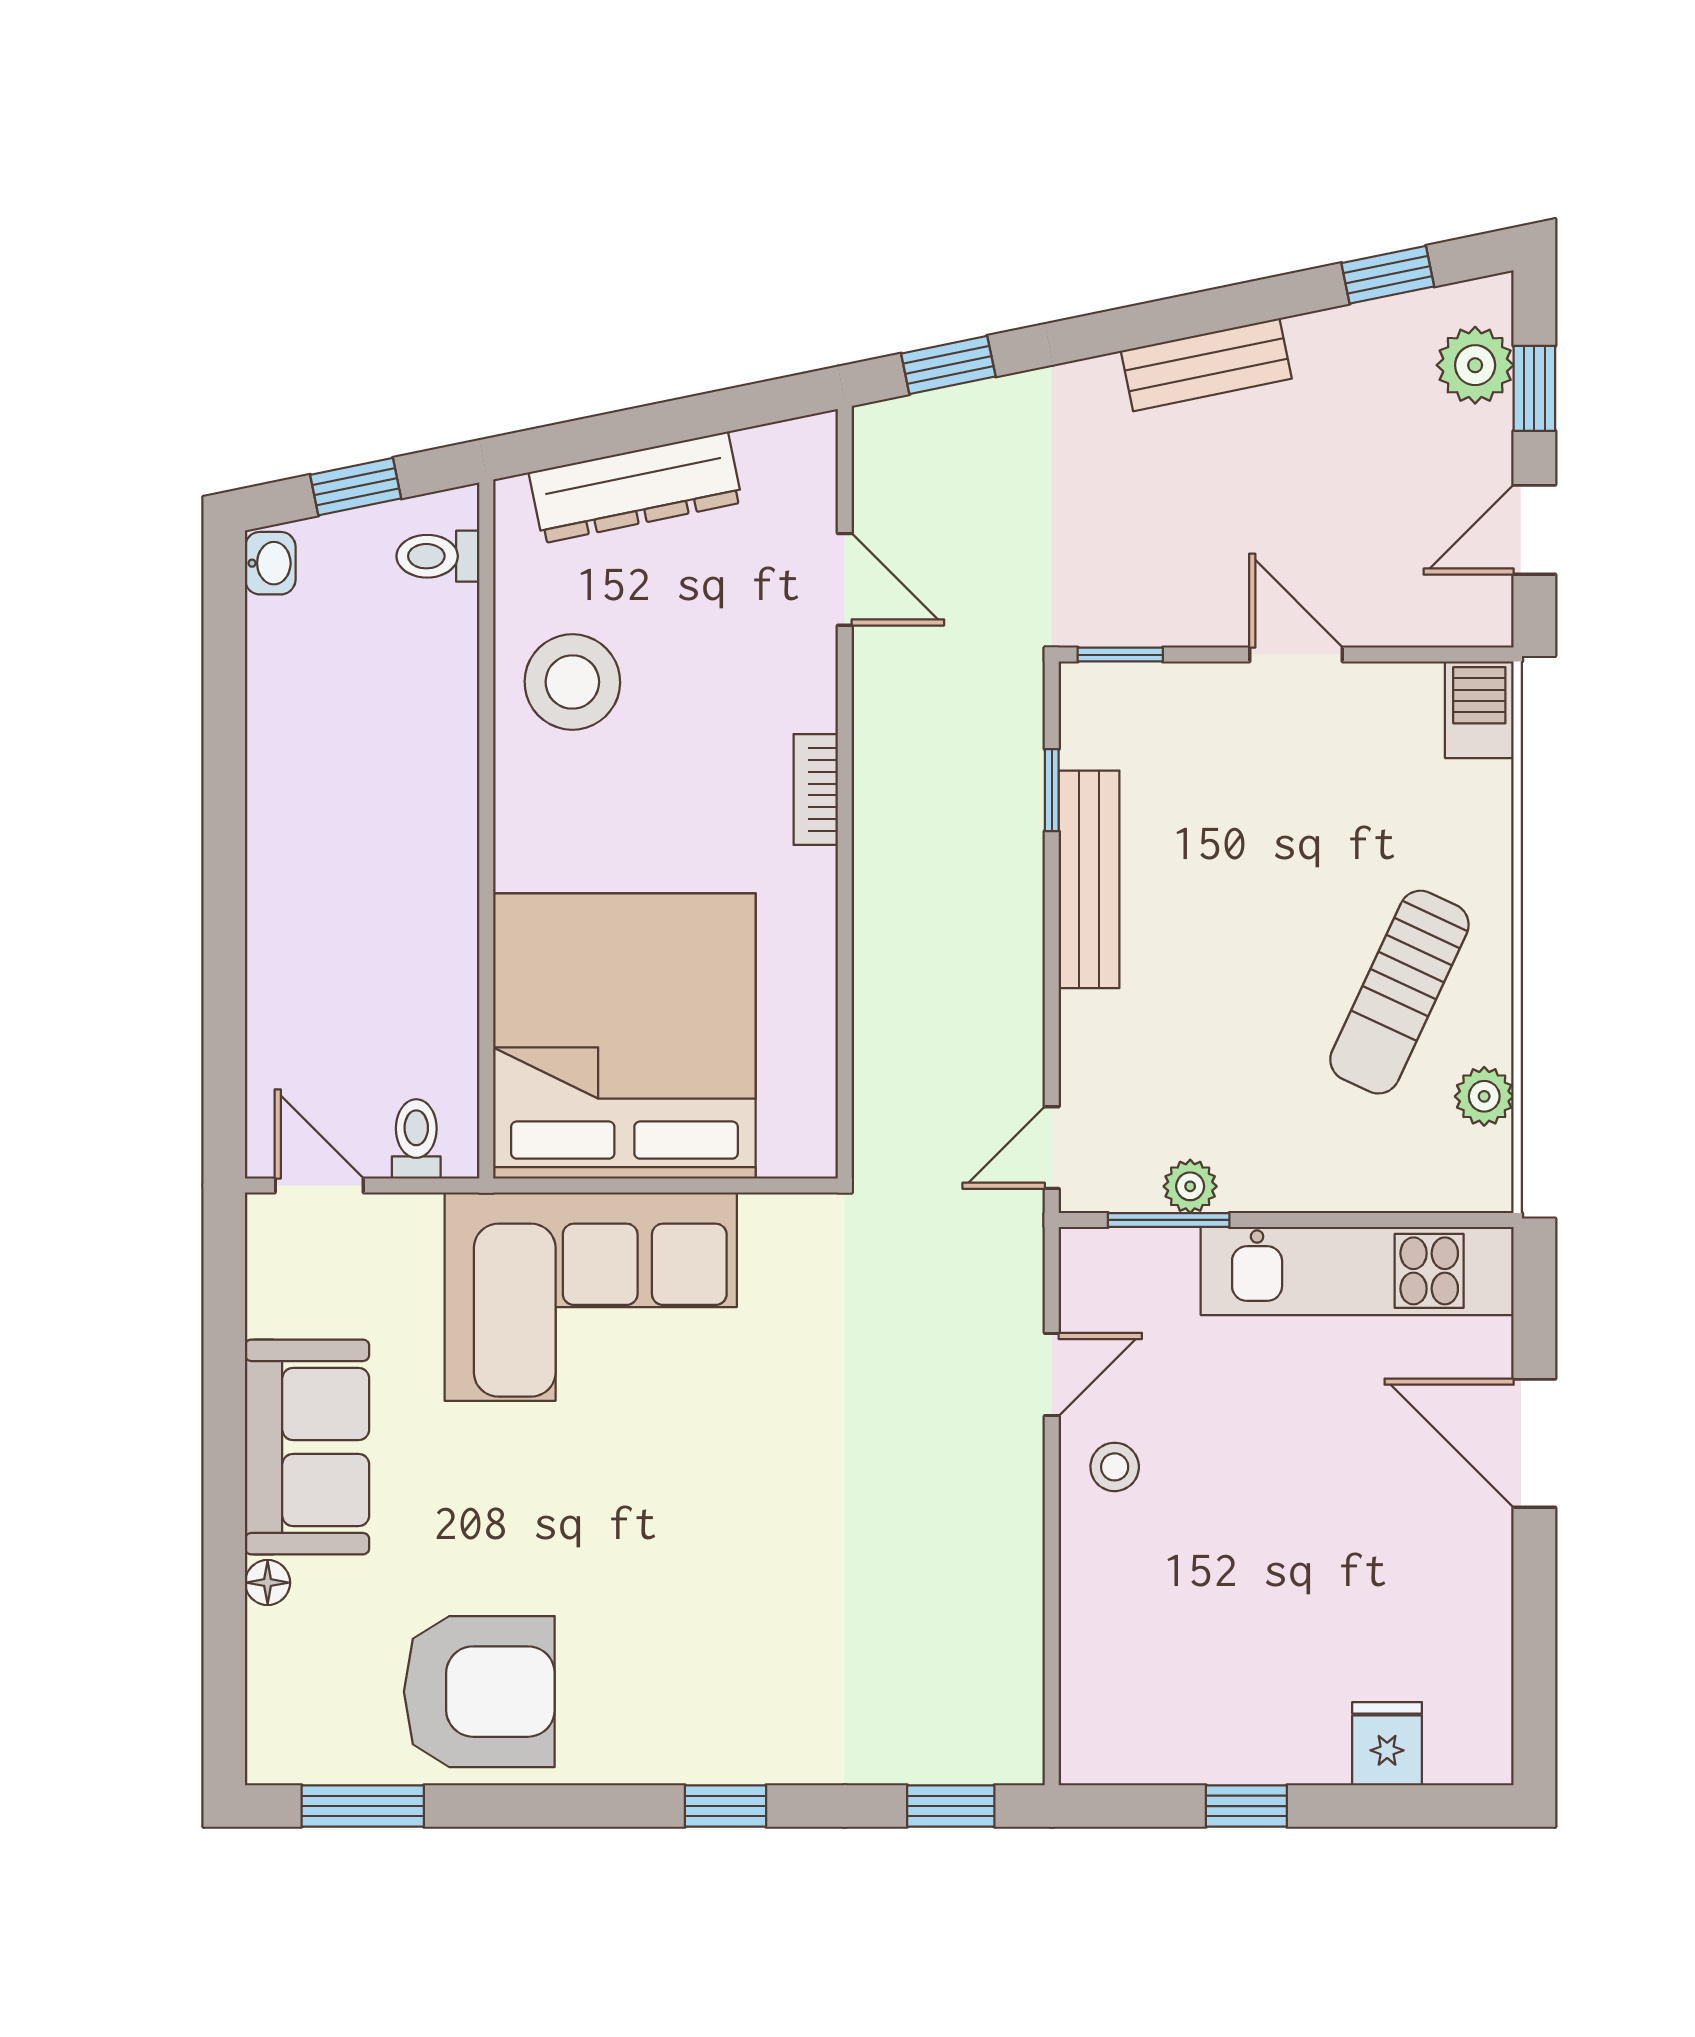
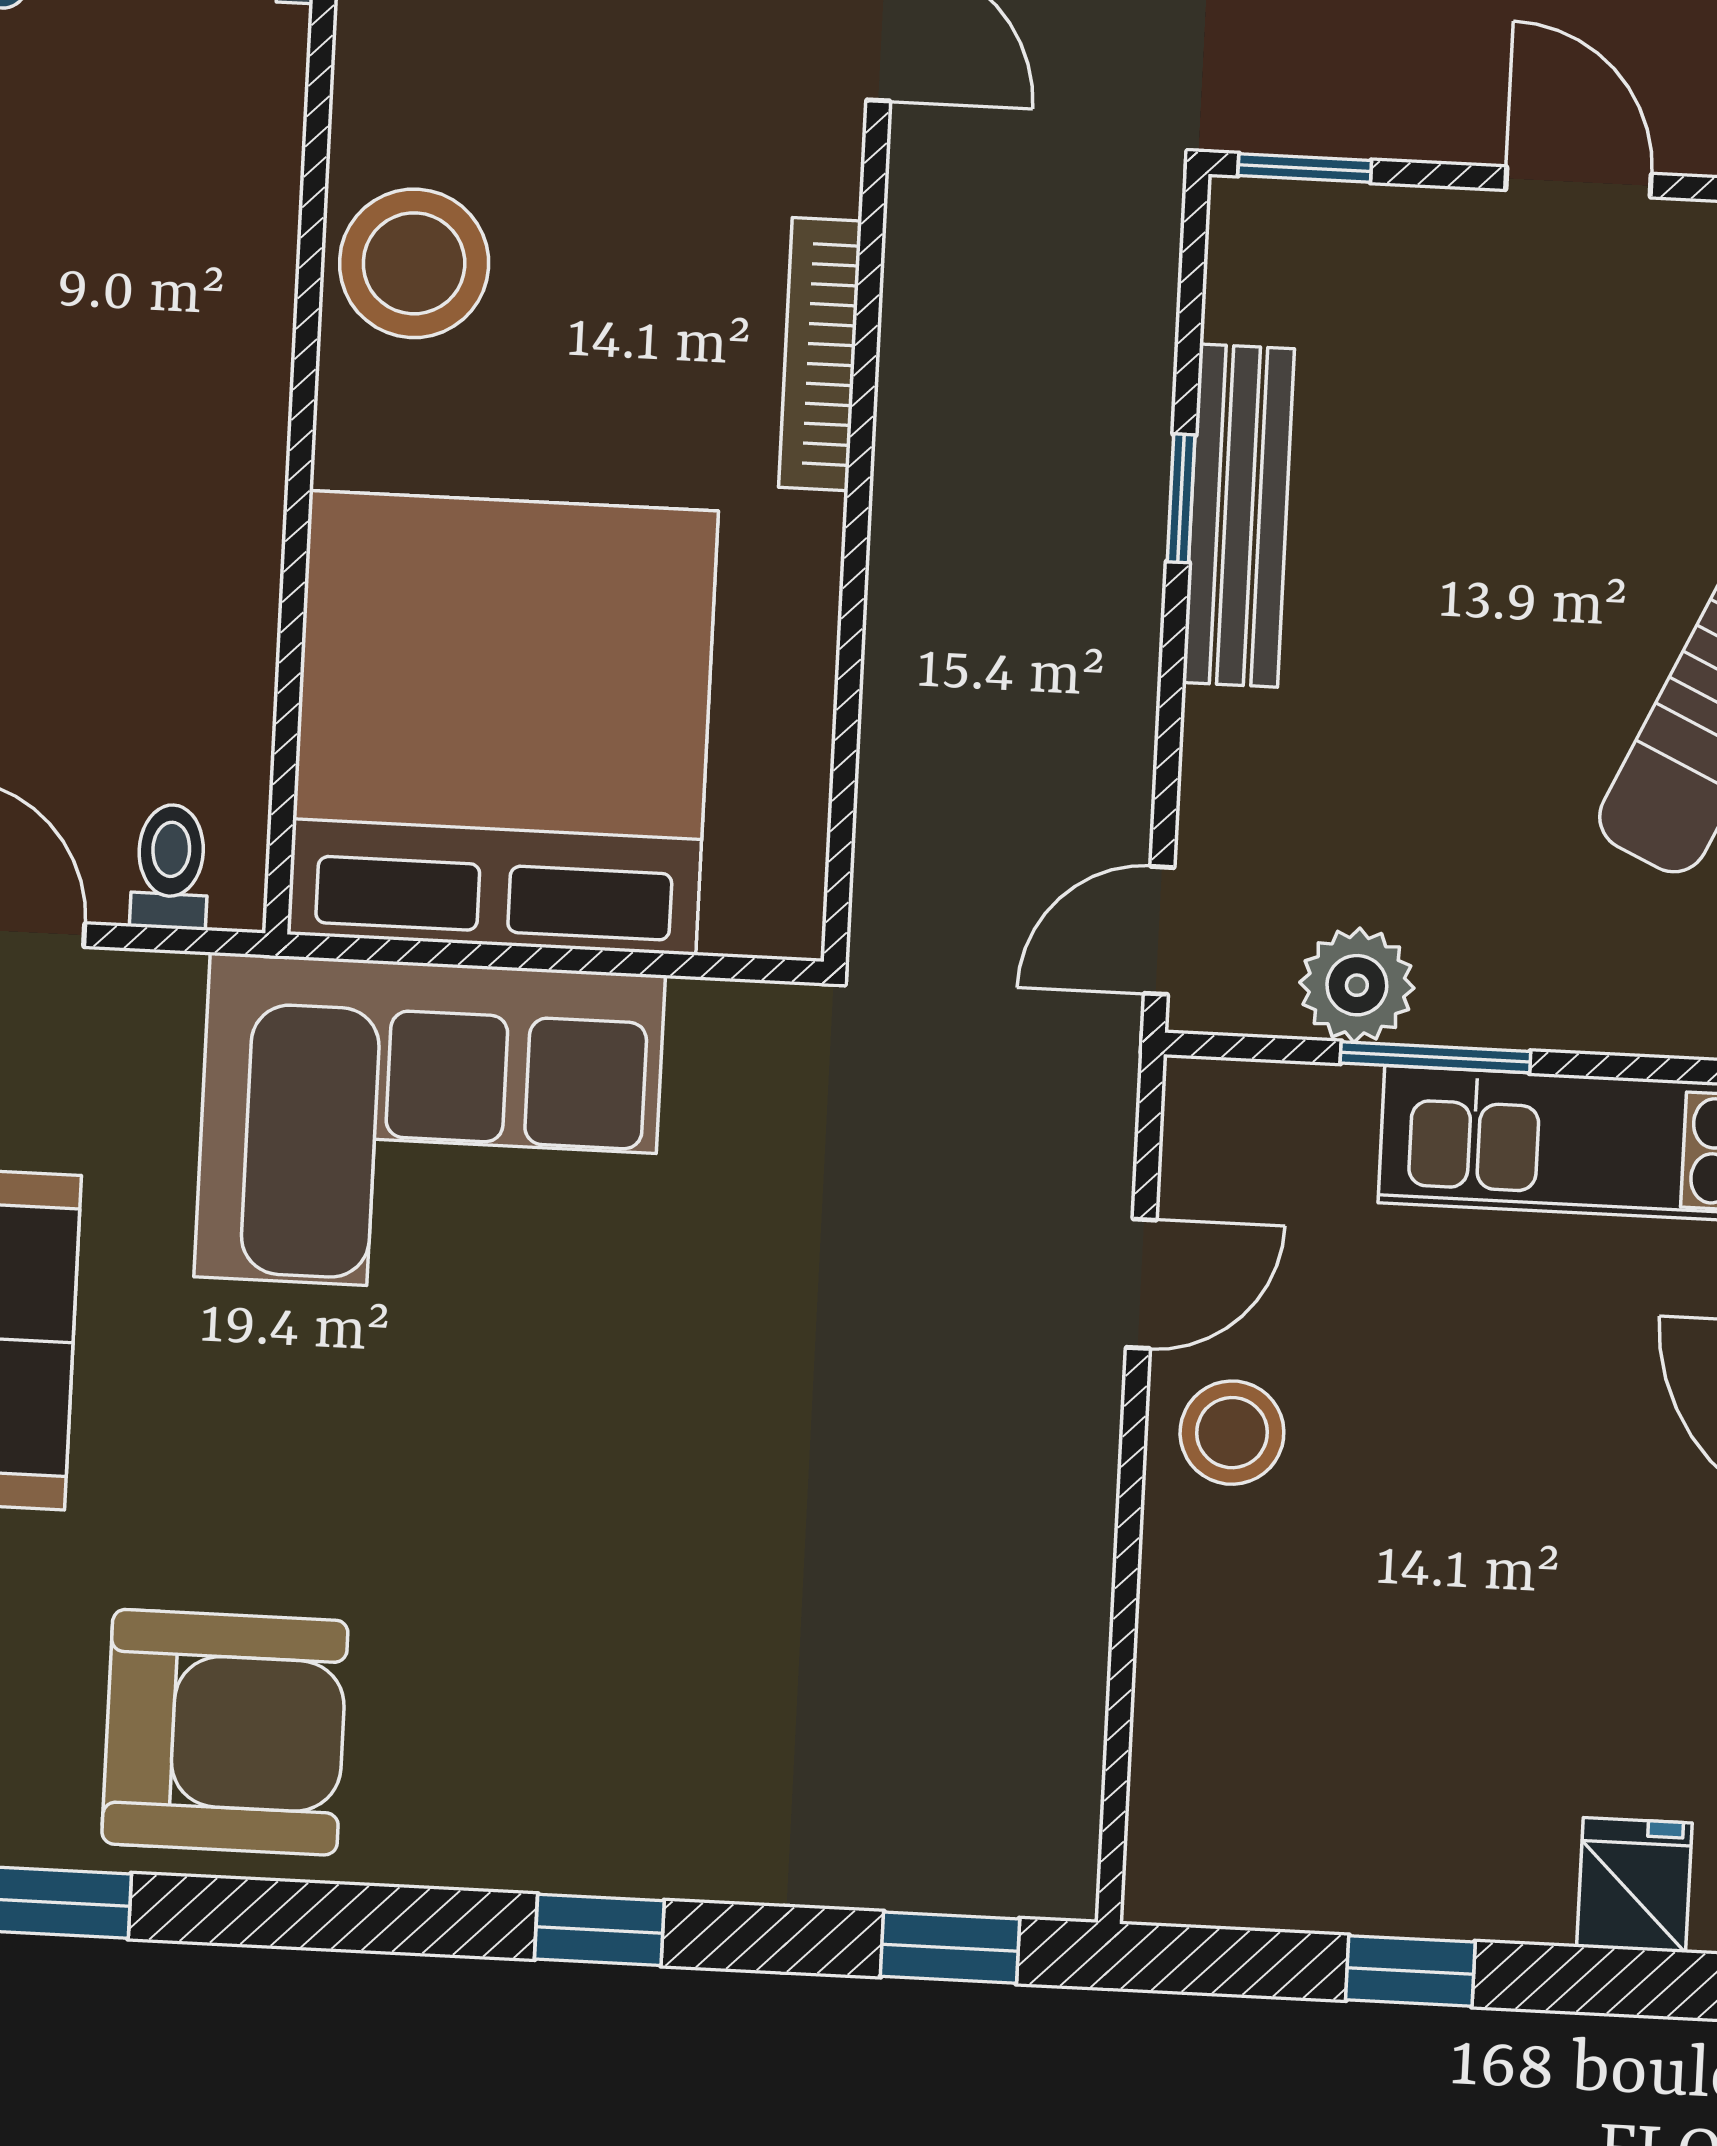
stool: (572, 682) -> (414, 263), moved
bookcase: (816, 790) -> (820, 354), width x1.56
window: (1052, 790) -> (1181, 498), moved
plant: (1190, 1186) -> (1357, 985), width x1.38, depth x1.38
window: (1169, 1220) -> (1435, 1057), moved
stool: (1115, 1467) -> (1232, 1433), width x1.37, depth x1.37

